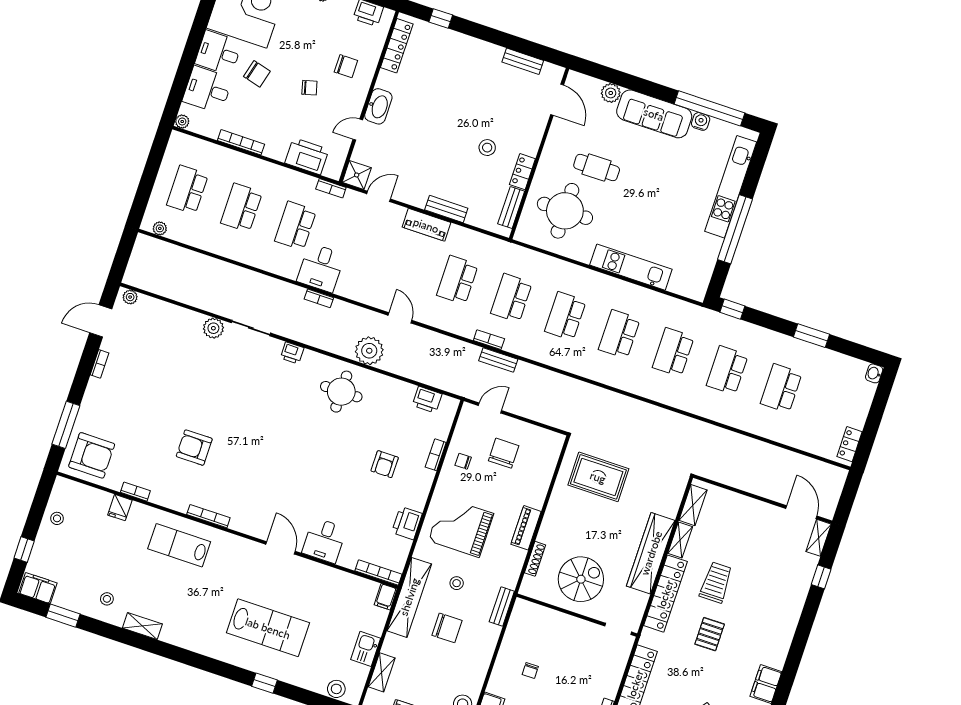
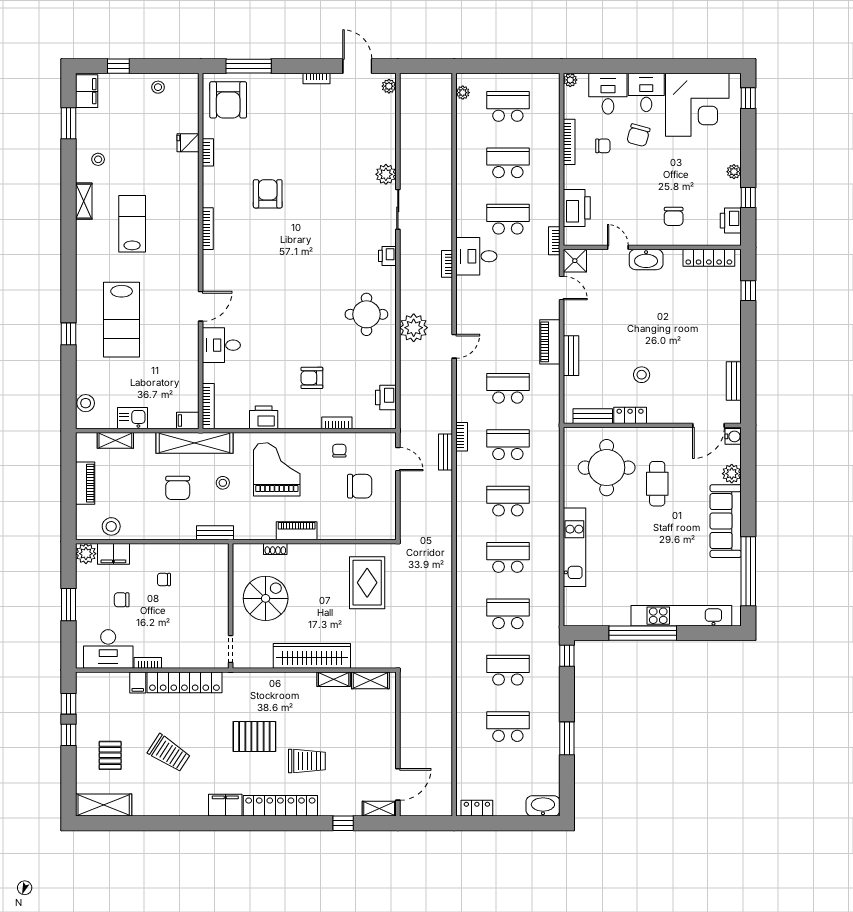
chair: (309, 88) -> (603, 146), moved, turned -75
water cooler: (701, 121) -> (733, 436), moved
washbasin: (874, 373) -> (543, 806), width x1.91, depth x1.45
lab bench: (179, 545) -> (132, 224), moved
shoe rack: (535, 559) -> (275, 549), width x0.70
spiral stairs: (581, 579) -> (266, 598), turned -90
trolley: (716, 582) -> (307, 761), moved
locker: (665, 594) -> (280, 806), moved, turned 180
pallet: (710, 634) -> (254, 737), width x1.50, depth x1.42

